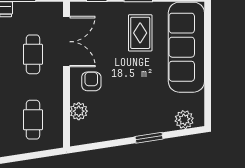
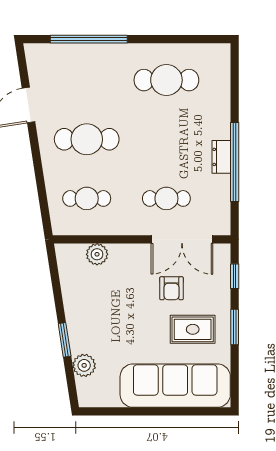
armchair: (91, 81) -> (171, 288), moved, turned 90
plant: (184, 120) -> (84, 365), moved

